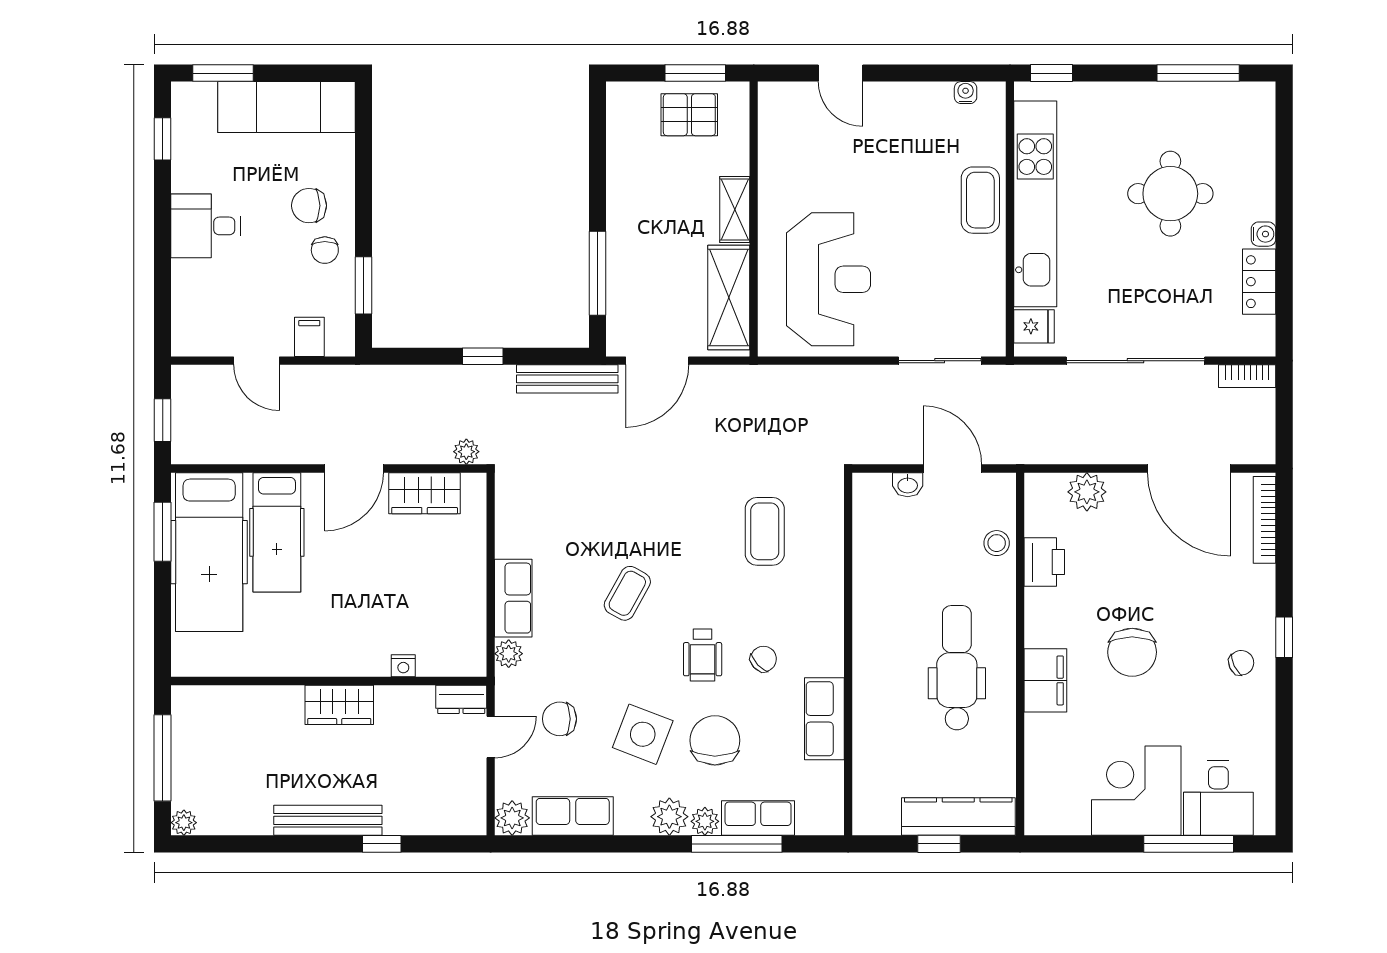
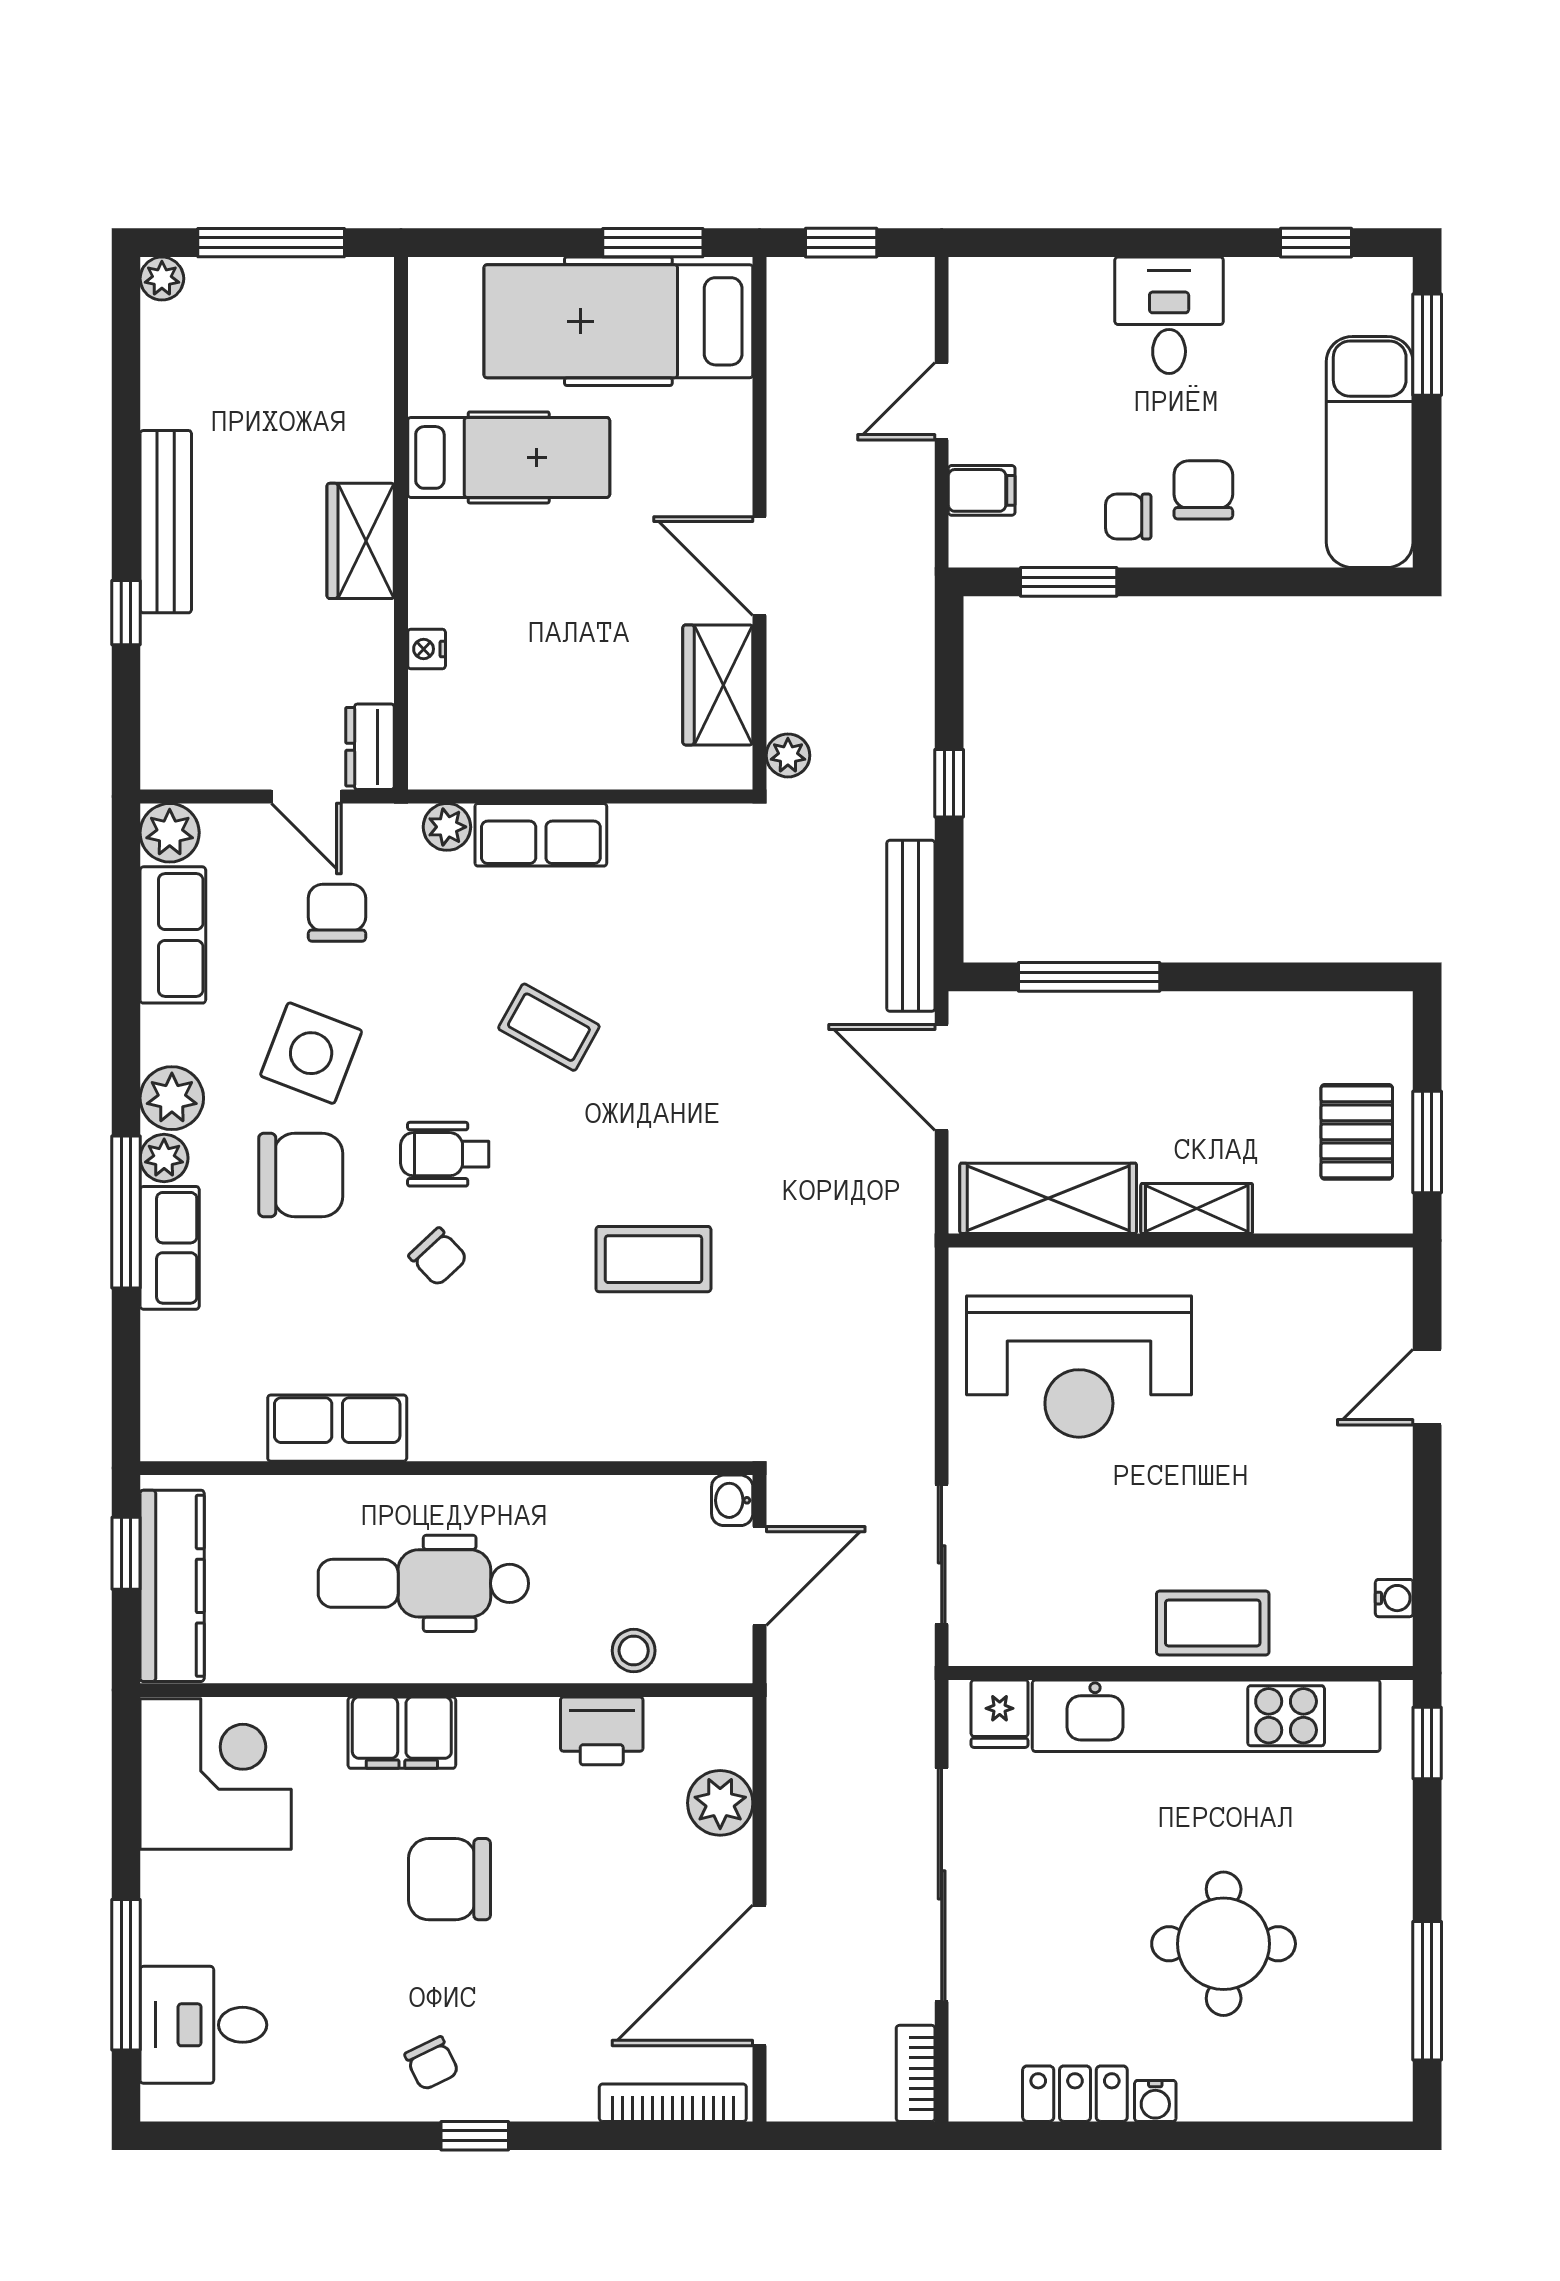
hospital bed: (277, 532) -> (509, 457), moved, turned 180
wall: (848, 654) -> (446, 1468), moved
dental chair: (957, 668) -> (423, 1583), turned 180
row of seats: (824, 719) -> (337, 1428), moved
corner desk: (1136, 791) -> (216, 1774), moved

